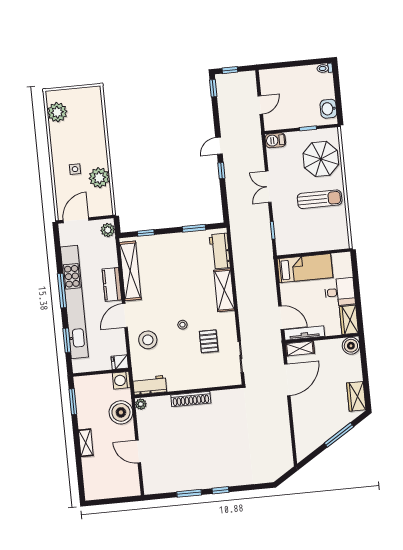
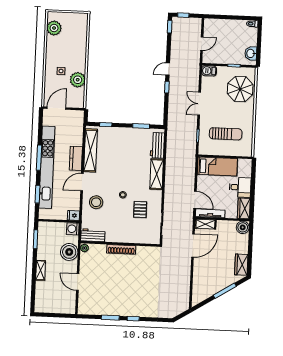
sun lounger: (320, 199) -> (226, 134), moved
plant: (108, 230) -> (78, 119), removed

